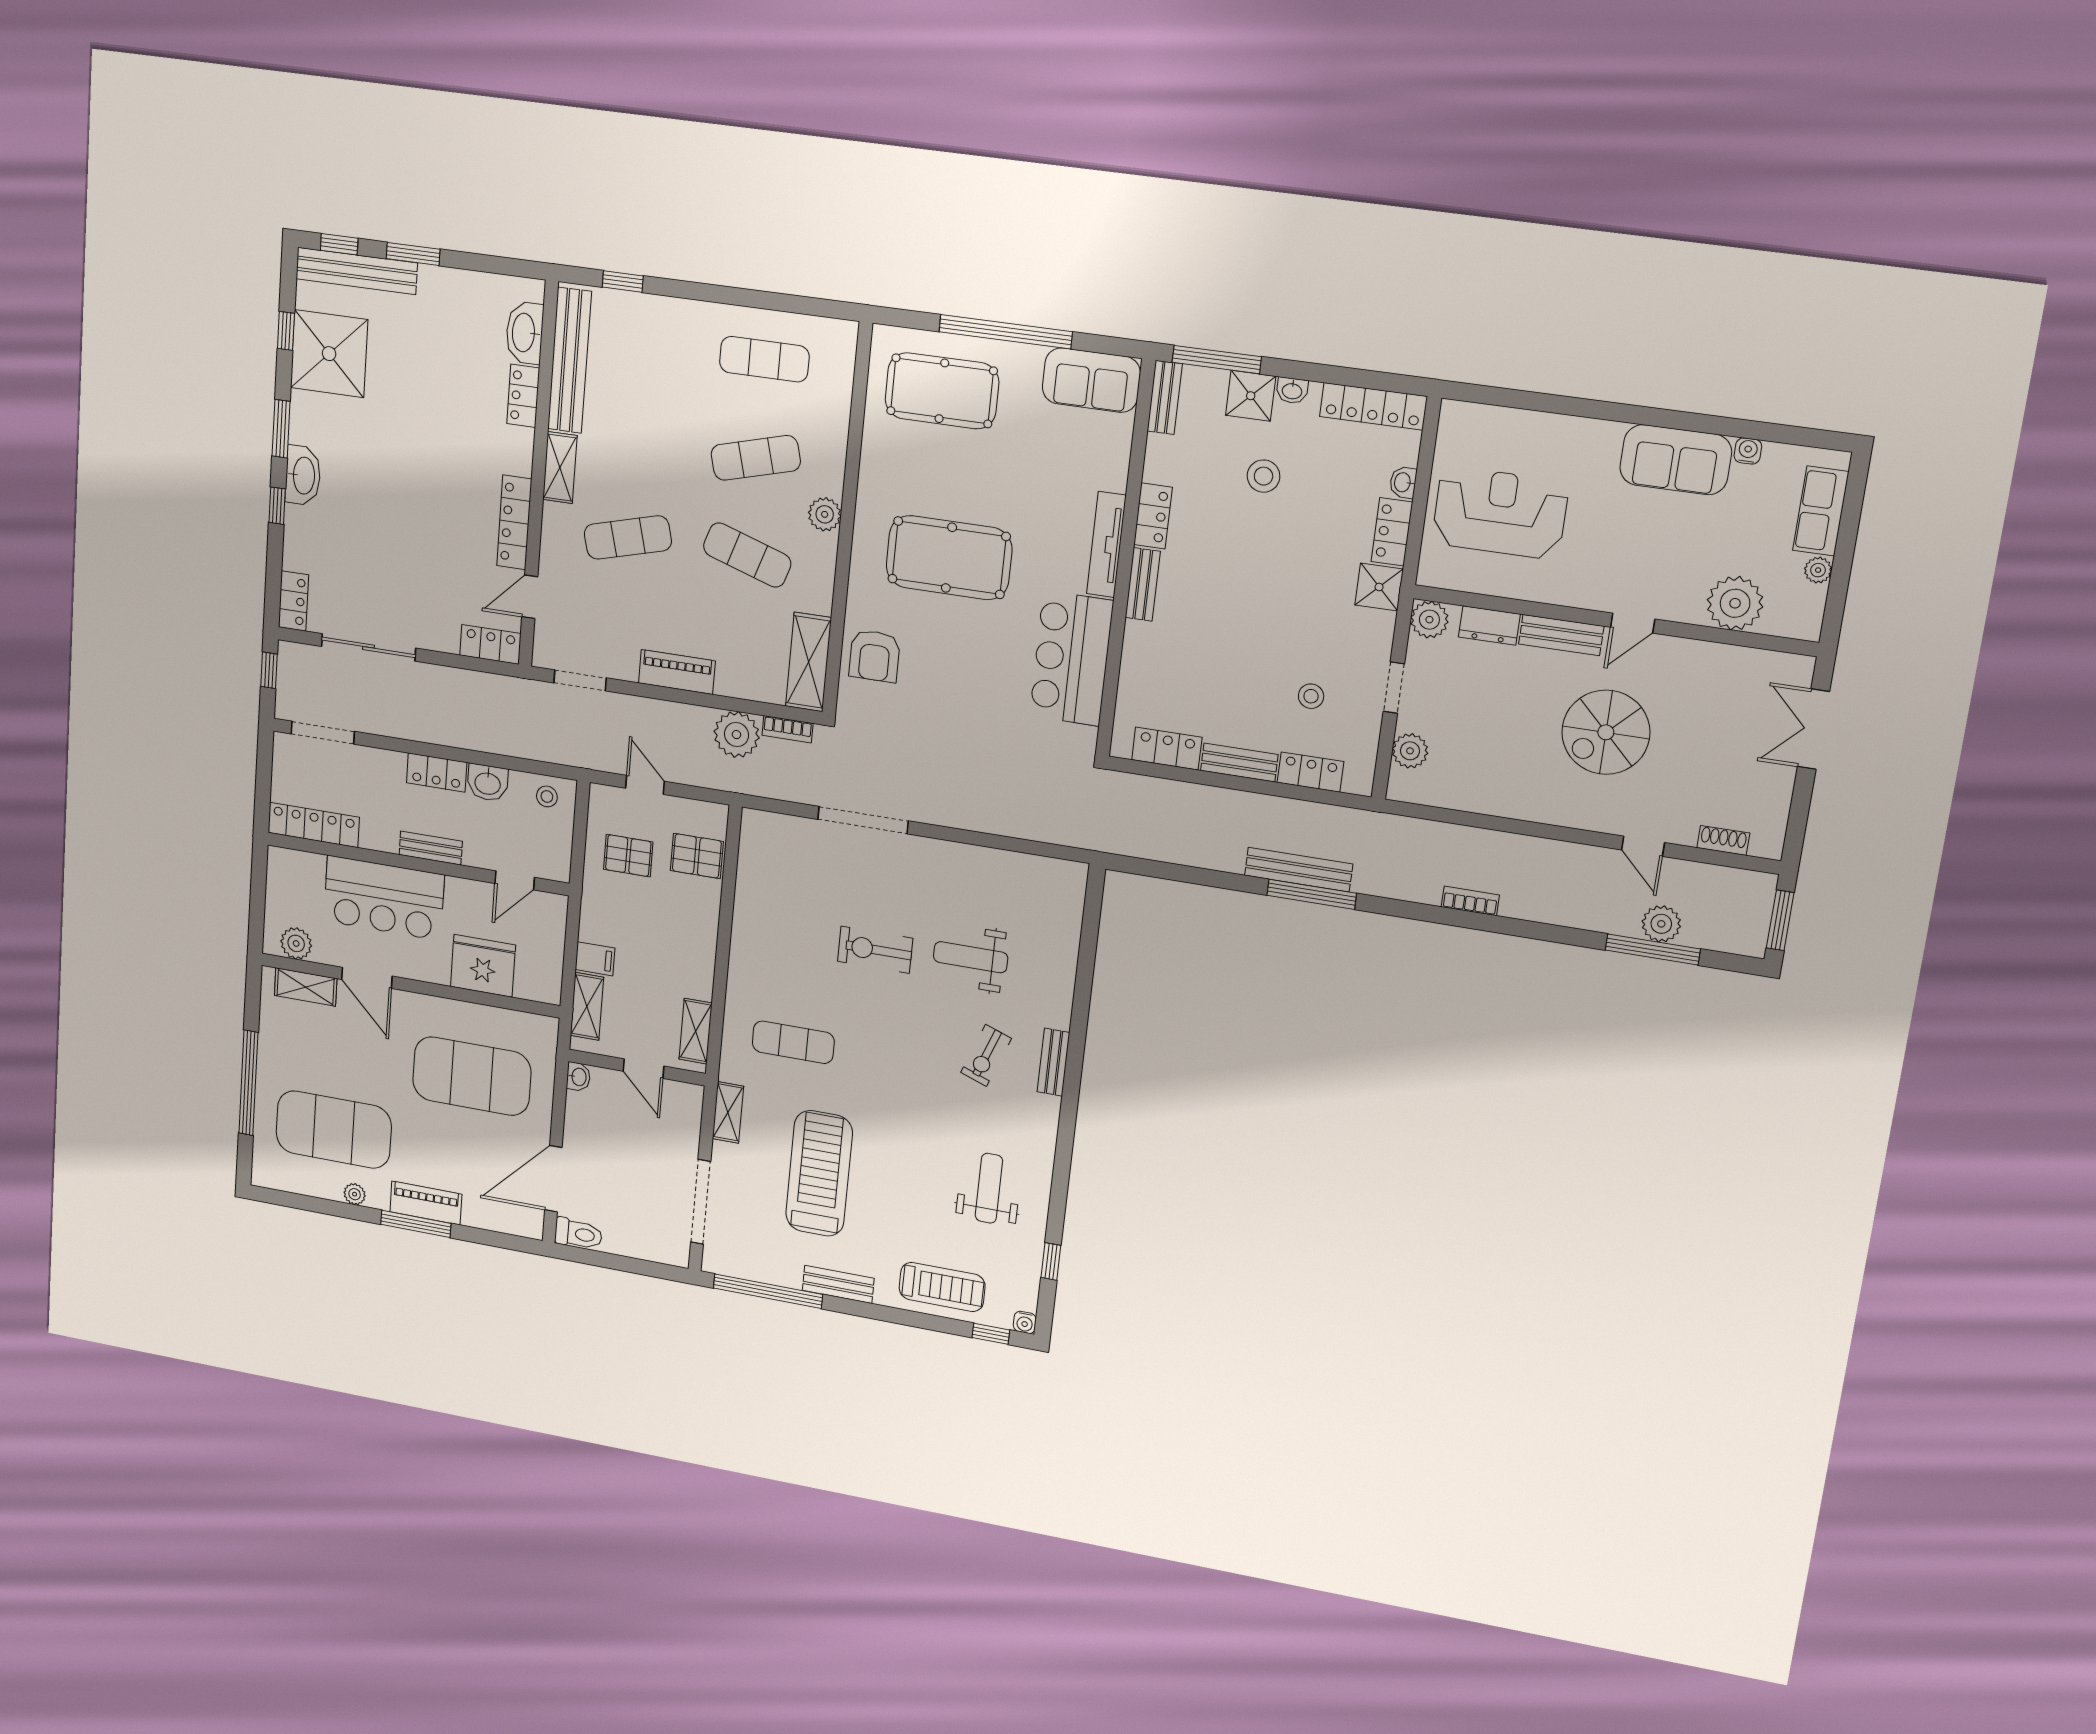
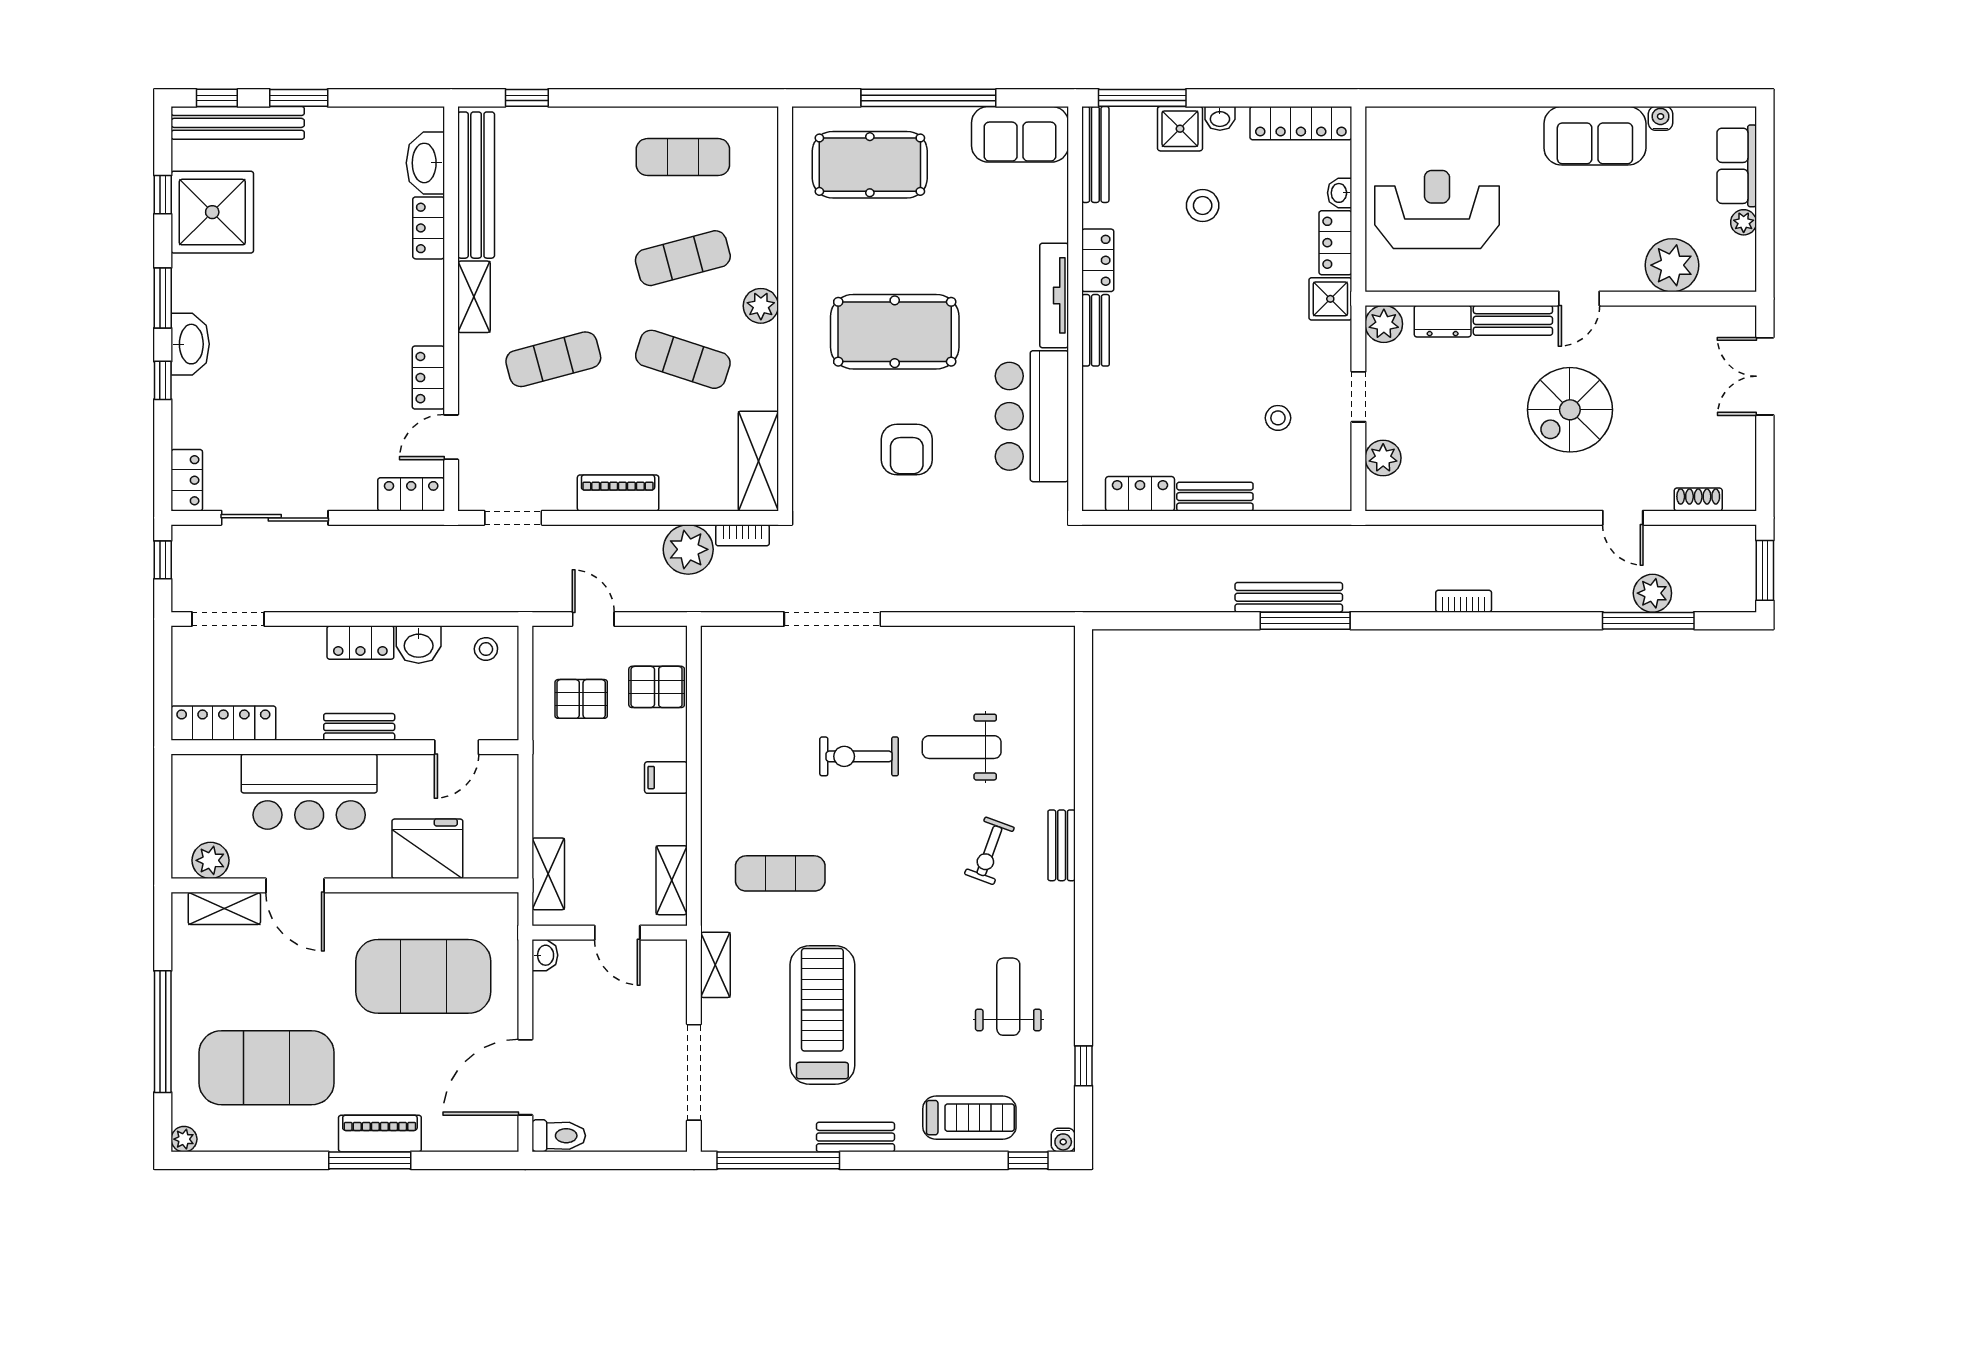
bench: (1165, 397) -> (1095, 154), width x1.36
locker: (514, 522) -> (428, 378), width x0.66
armchair: (875, 656) -> (907, 450), moved
locker: (1310, 772) -> (1288, 495), removed
filing cabinet: (595, 959) -> (666, 778), moved, turned 180
plant: (355, 1194) -> (184, 1139), moved

